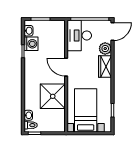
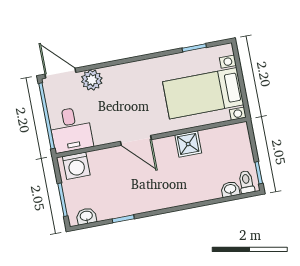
desk: (79, 35) -> (71, 130), width x0.73
washing machine: (31, 44) -> (76, 166), moved, turned 180
wardrobe: (105, 66) -> (122, 74), removed
door: (66, 67) -> (136, 140), hinge flipped
shower: (53, 96) -> (188, 144), width x0.54, depth x0.54

